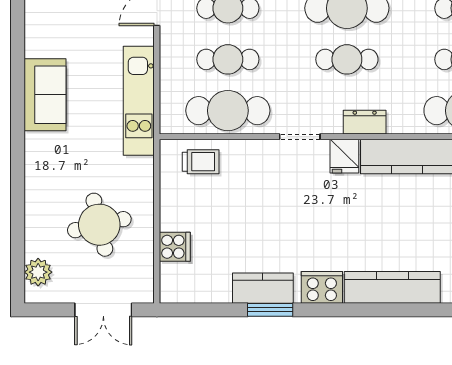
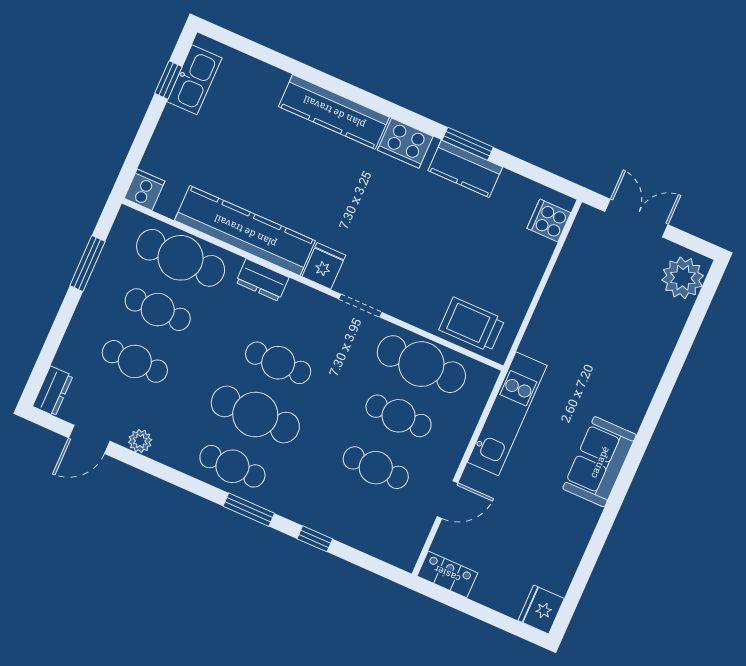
dresser: (365, 122) -> (262, 280), moved
trolley: (201, 162) -> (472, 325), width x1.36, depth x1.39
round table: (99, 225) -> (602, 306), removed
cooker: (175, 247) -> (549, 220), moved
plant: (38, 272) -> (683, 278), width x1.36, depth x1.36

